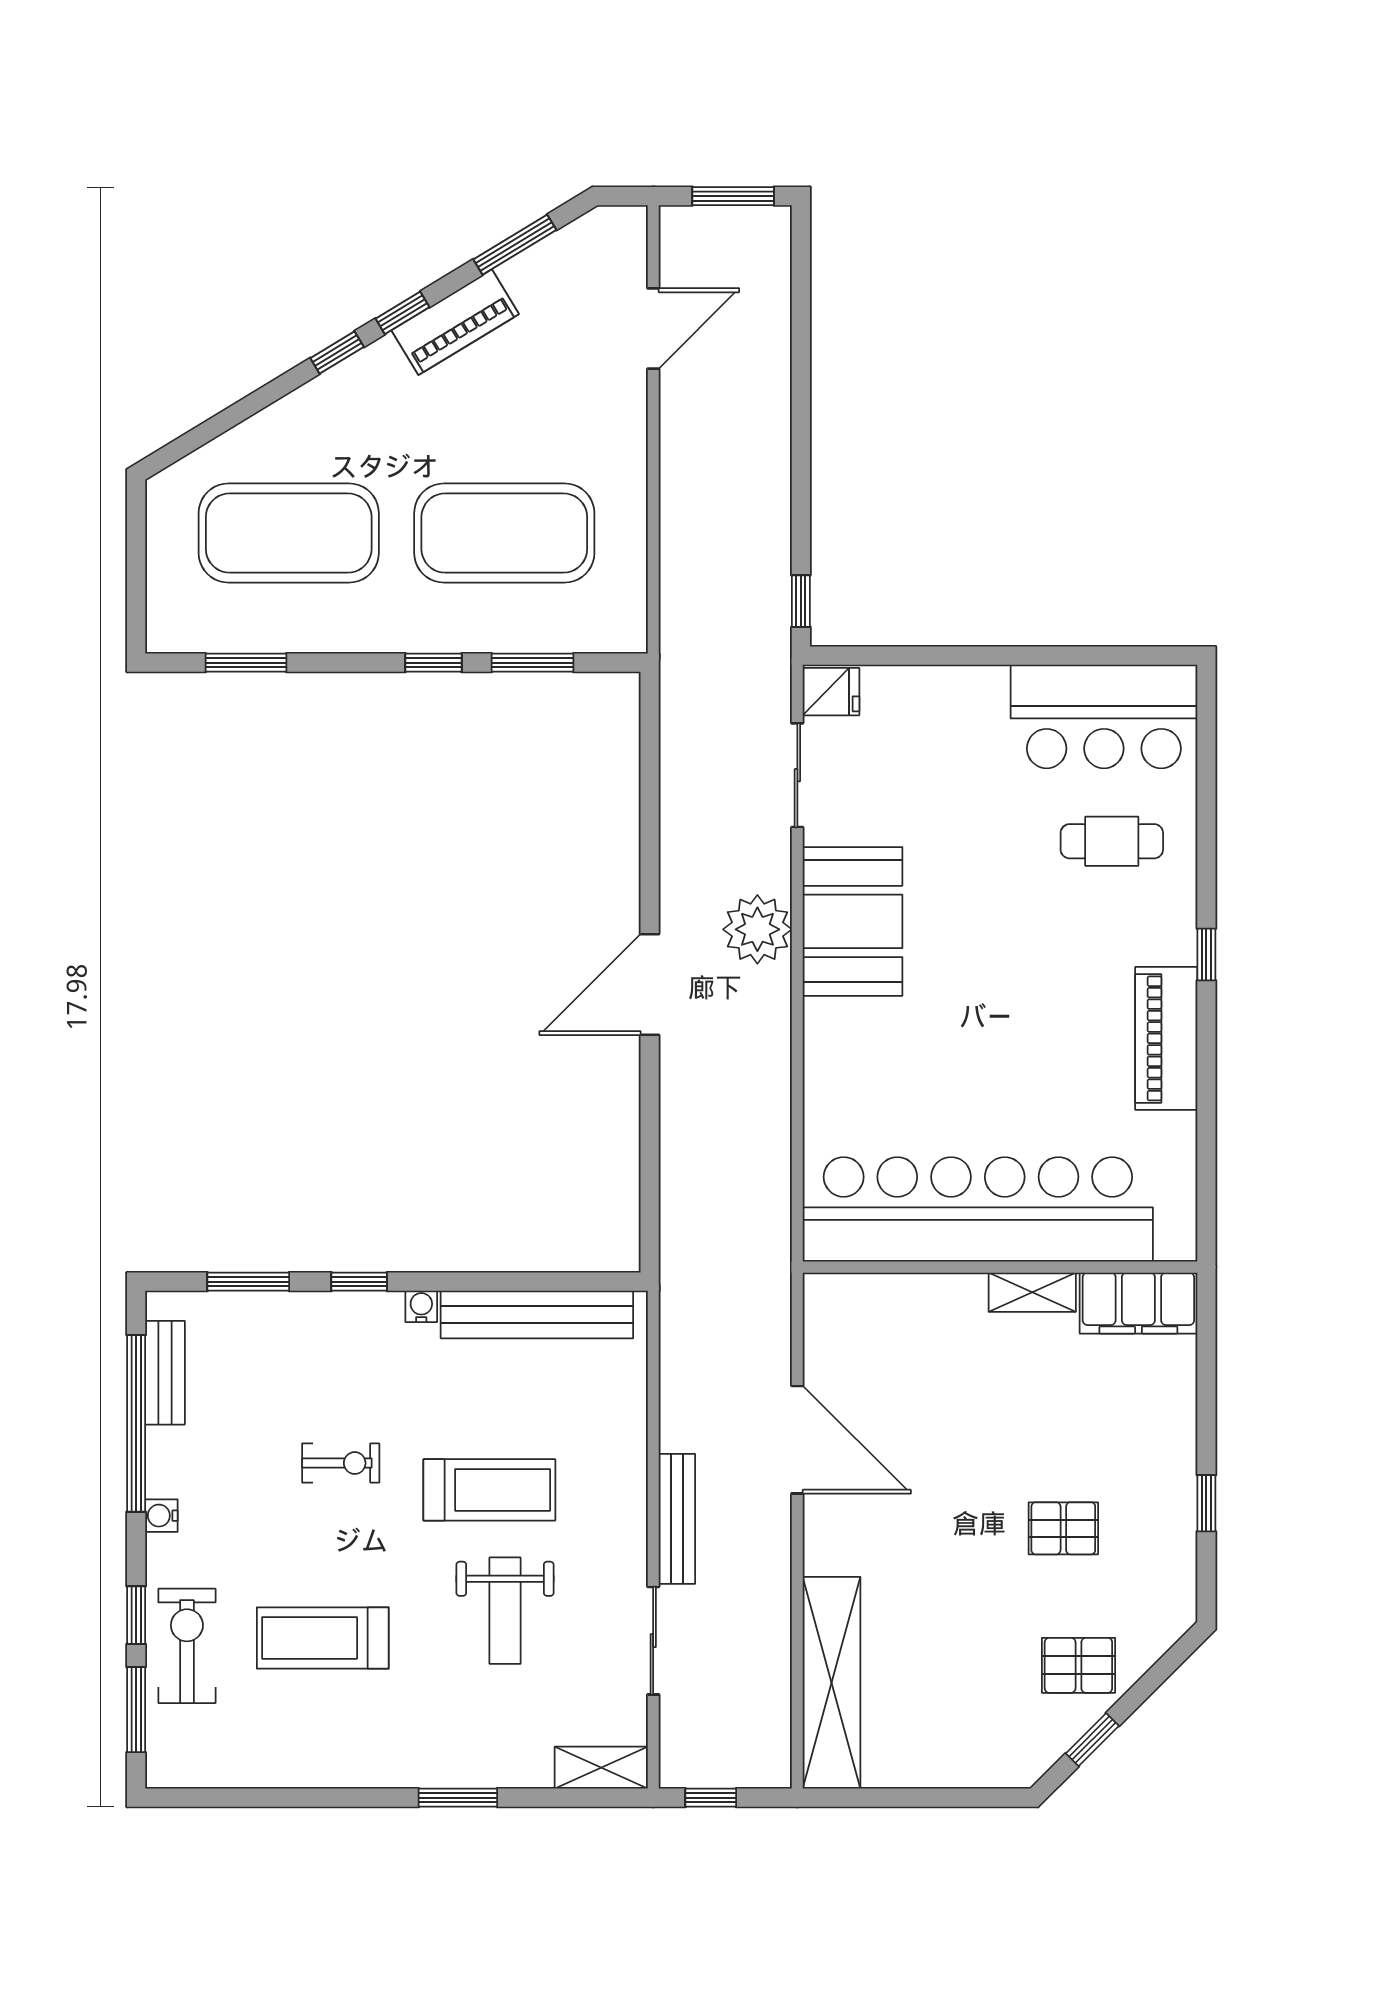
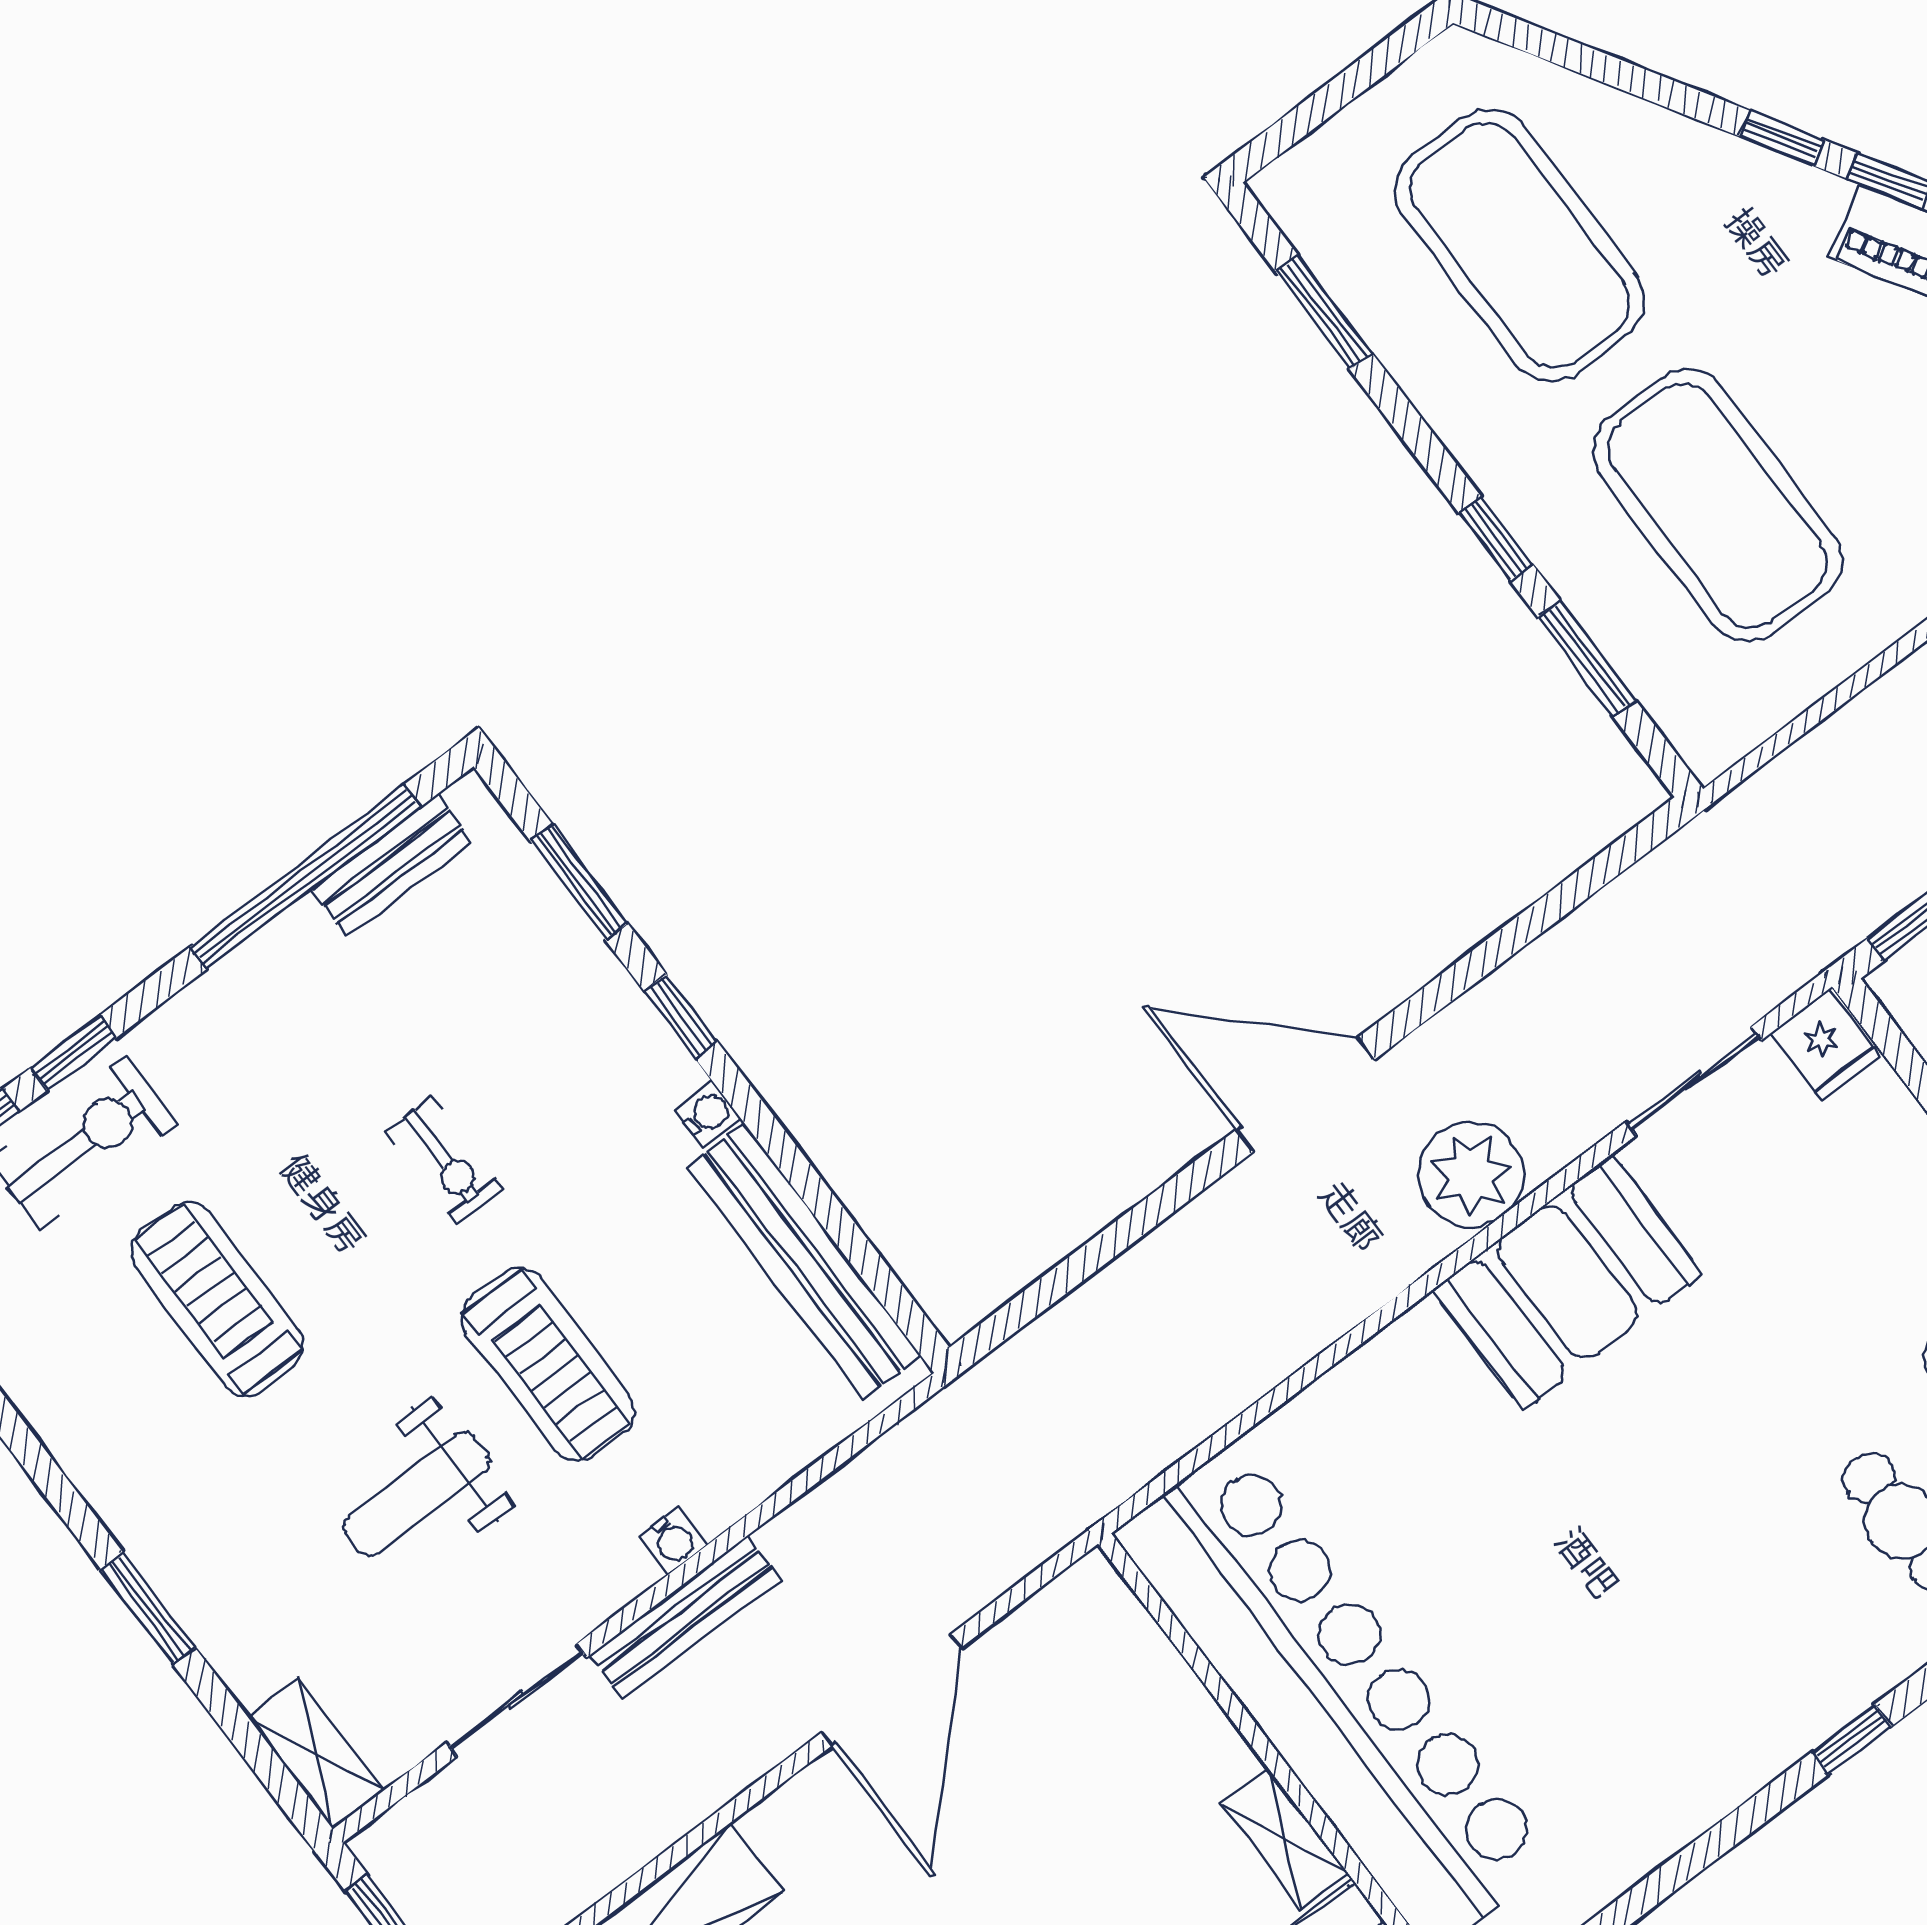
piano: (1166, 1038) -> (1714, 1768), removed
water cooler: (161, 1516) -> (673, 1540), moved, turned 180

